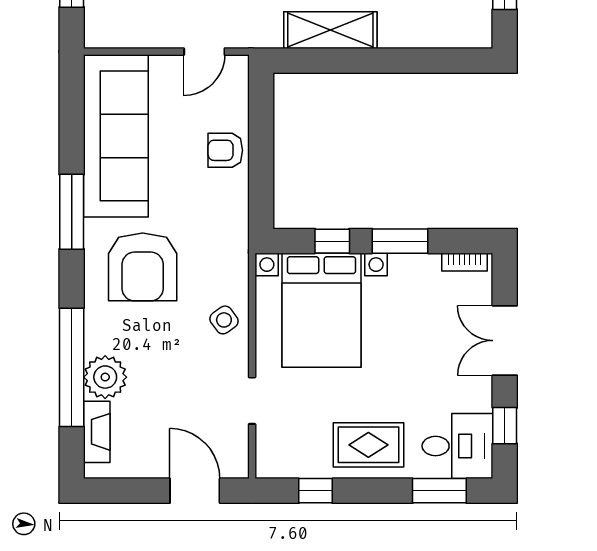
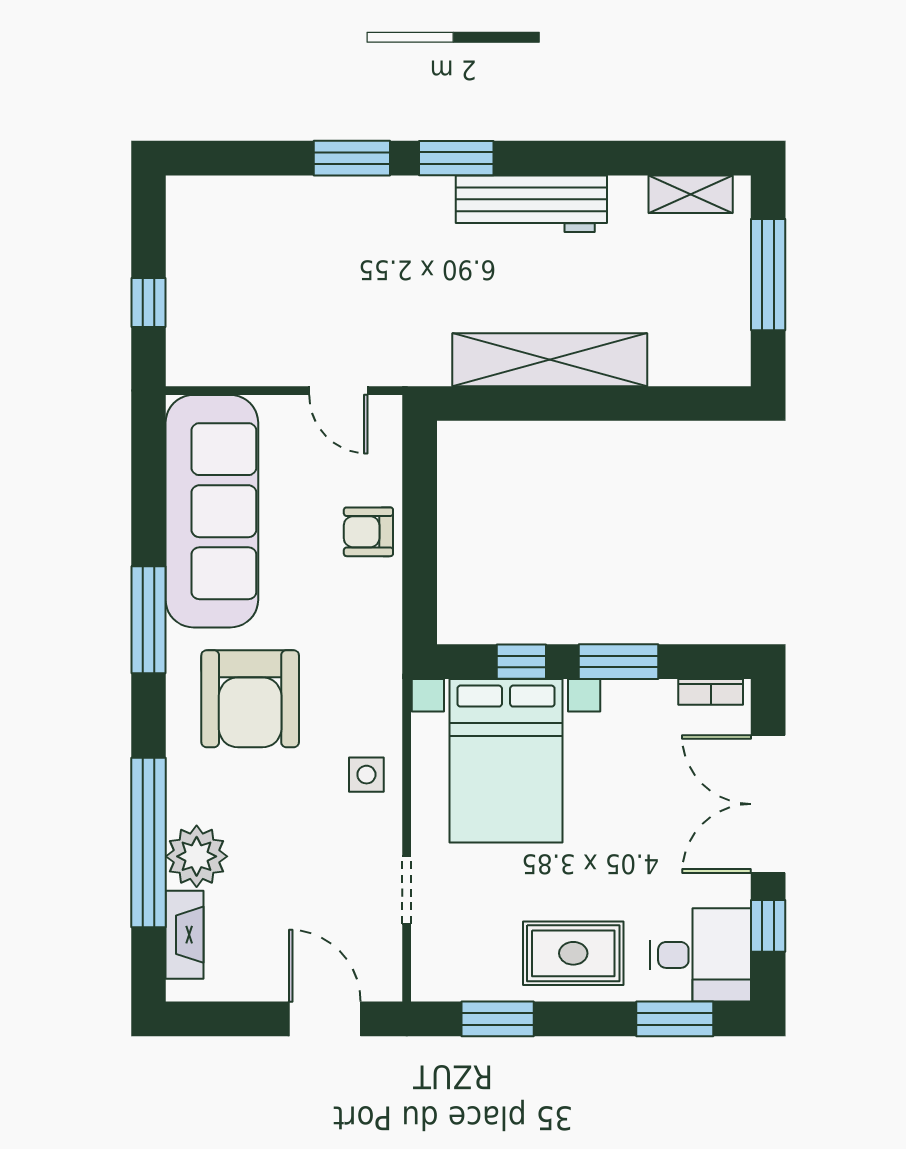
shelving: (330, 30) -> (550, 360), width x1.47
door: (204, 52) -> (338, 391), hinge flipped
side table: (224, 320) -> (366, 775), turned 36
double door: (505, 341) -> (768, 804), width x1.37
window: (316, 491) -> (498, 1019), width x1.50

